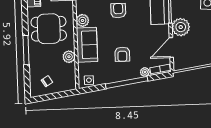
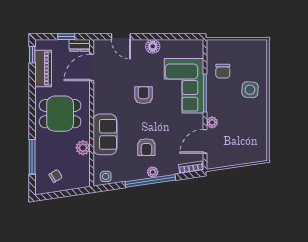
plant: (82, 20) -> (101, 105), removed
plant: (181, 27) -> (212, 122), width x0.53, depth x0.53
window: (26, 50) -> (32, 157), moved
plant: (145, 72) -> (153, 172), moved

